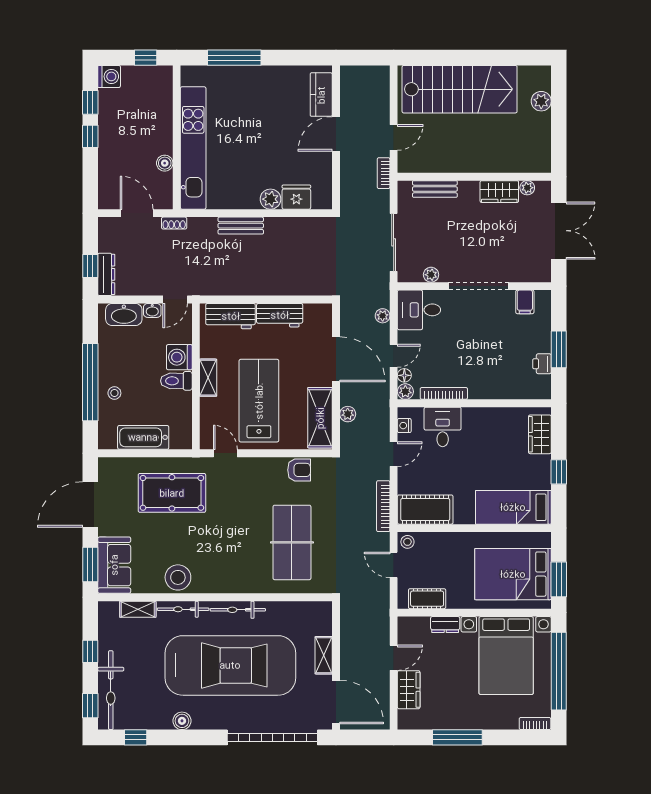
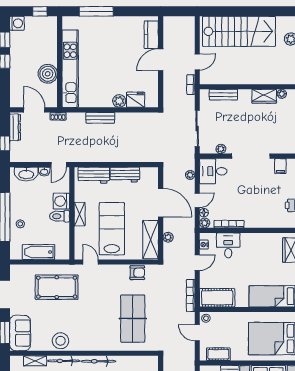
boiler: (165, 163) -> (48, 74), width x1.86, depth x1.86
dresser: (106, 274) -> (15, 127), moved

